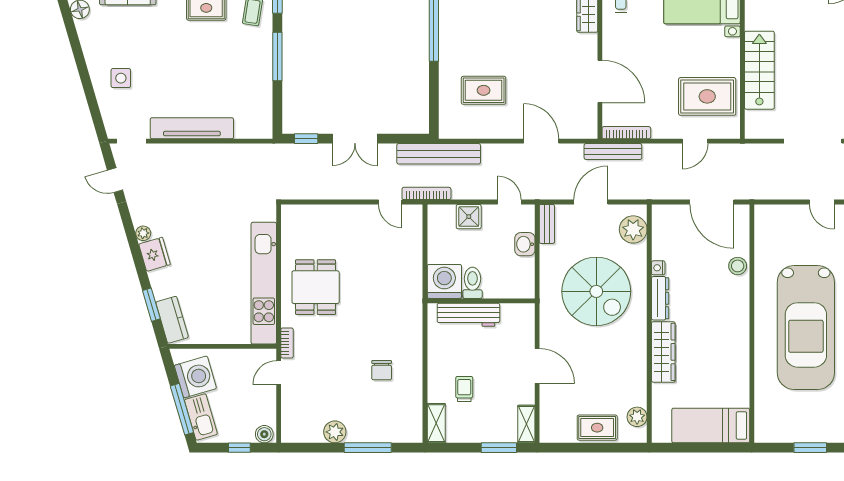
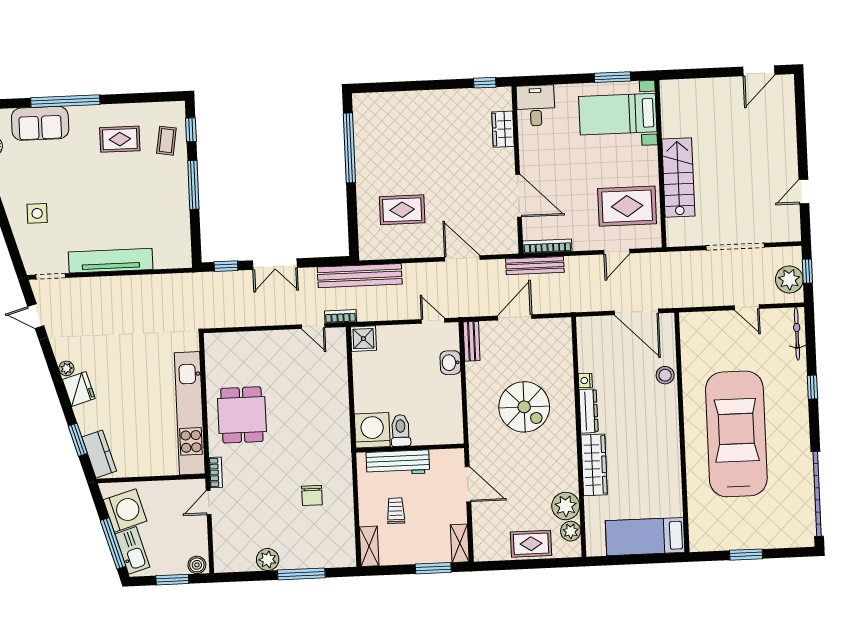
bookcase: (426, 193) -> (340, 316), width x0.64
shower: (469, 217) -> (363, 339), moved
plant: (633, 229) -> (566, 506), moved
washing machine: (444, 281) -> (372, 430), moved
toilet: (472, 283) -> (401, 430), moved
spiral stairs: (596, 291) -> (524, 407), width x0.73, depth x0.73
wall: (481, 301) -> (410, 448), moved
workbench: (468, 315) -> (398, 463), moved
car: (806, 327) -> (736, 434), turned 180
window: (239, 448) -> (172, 580), width x1.50

